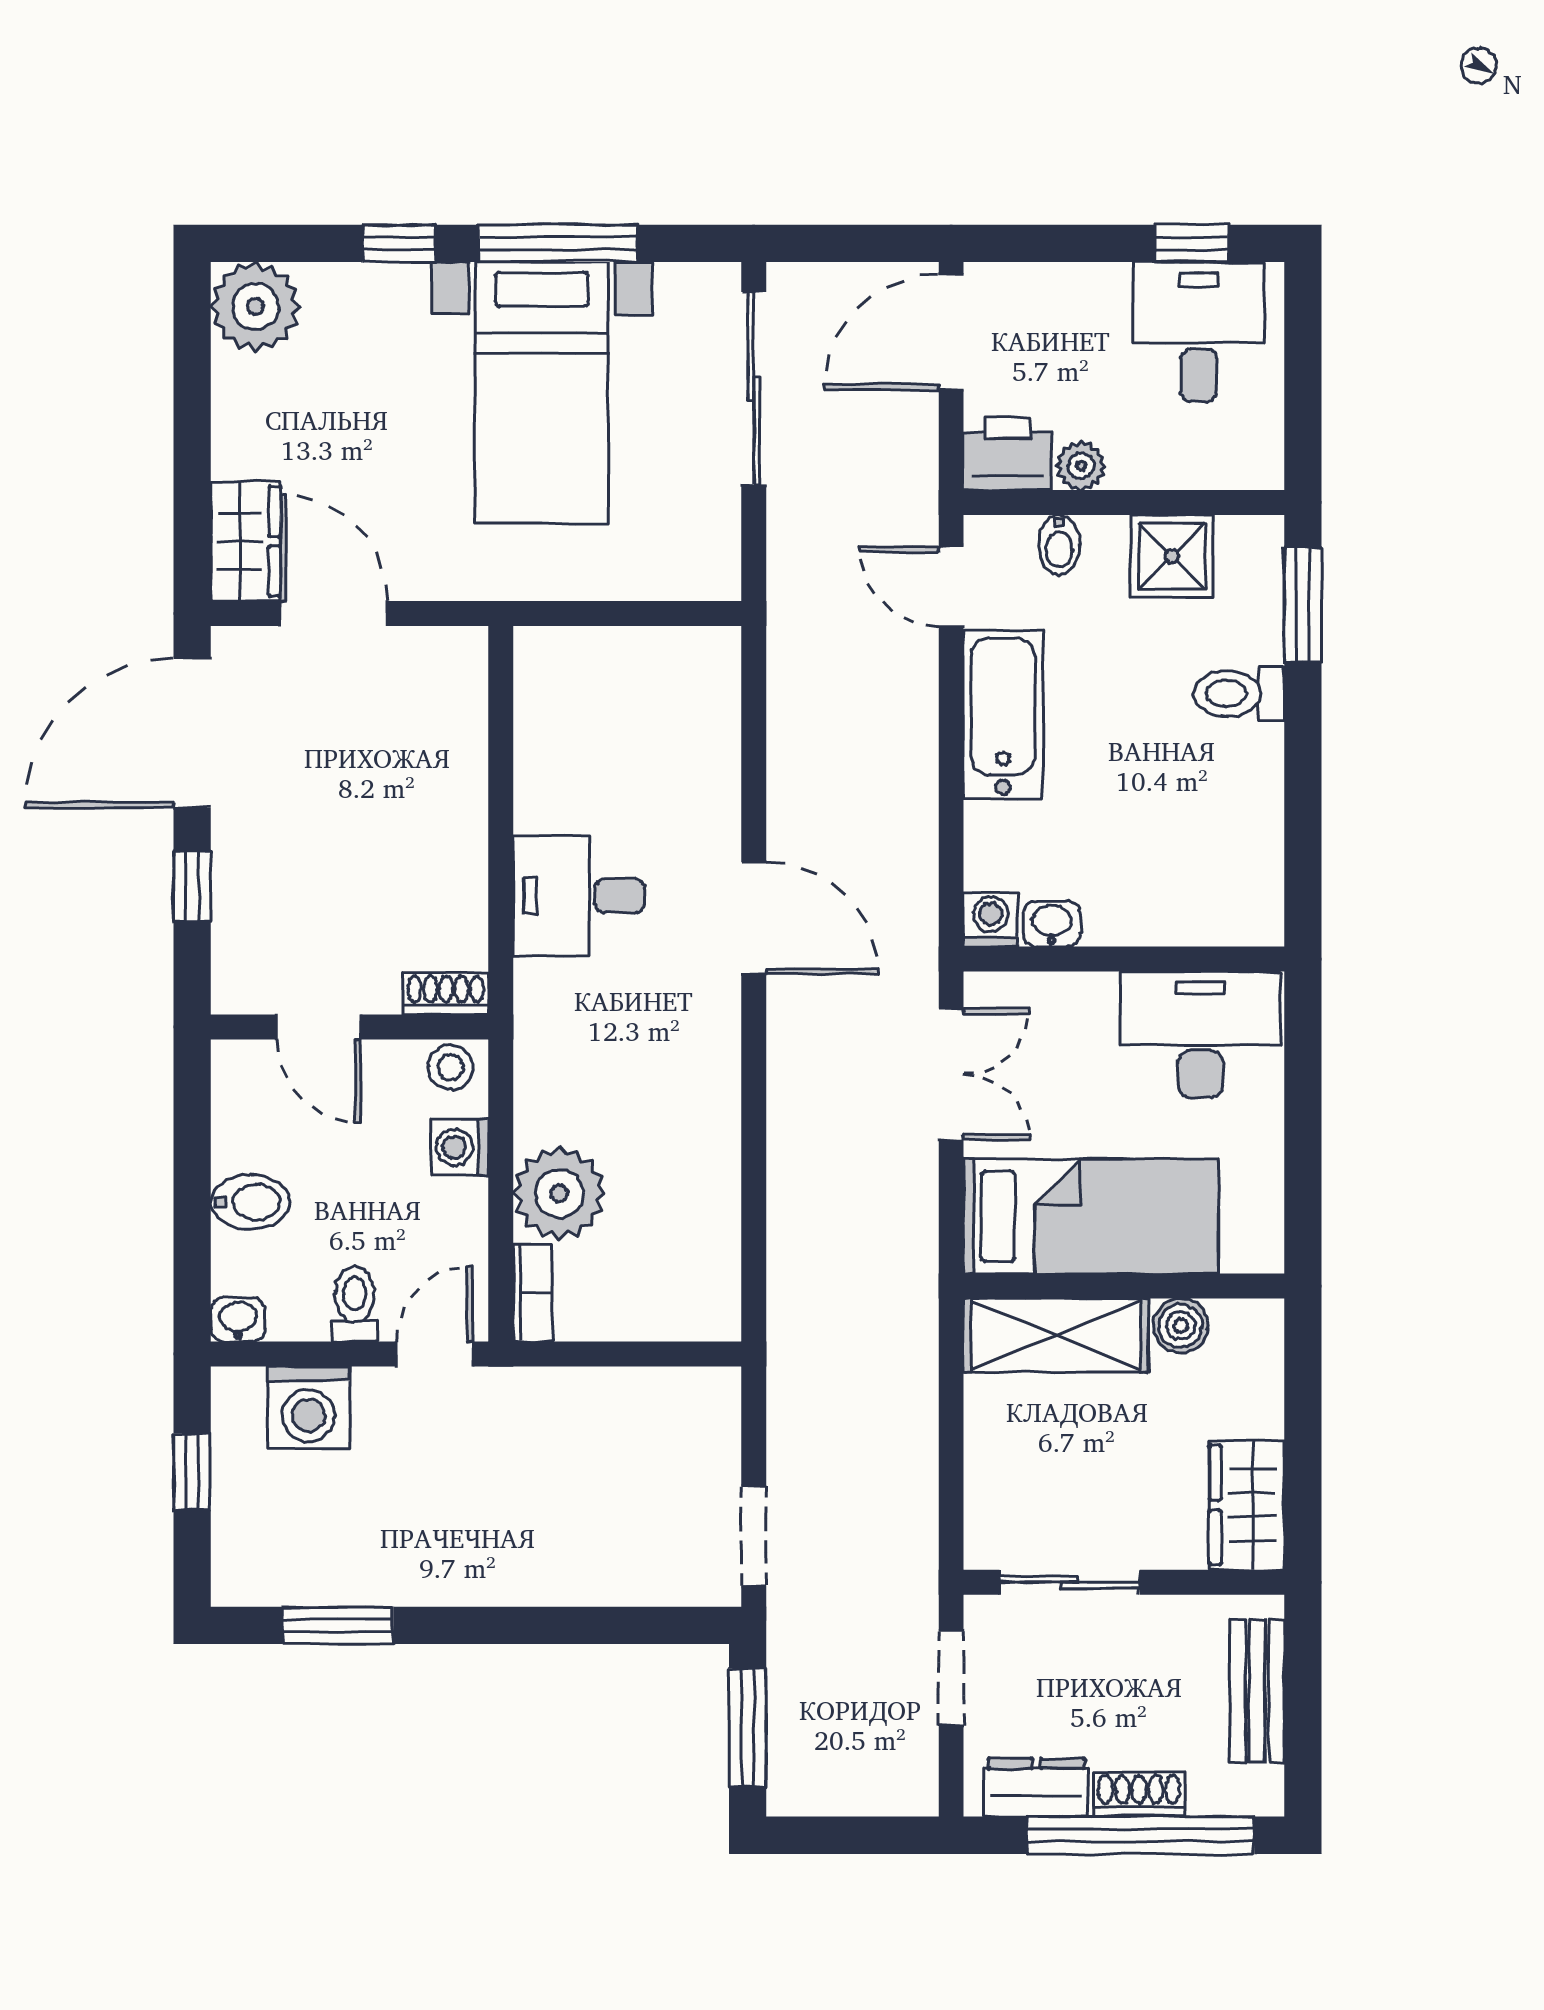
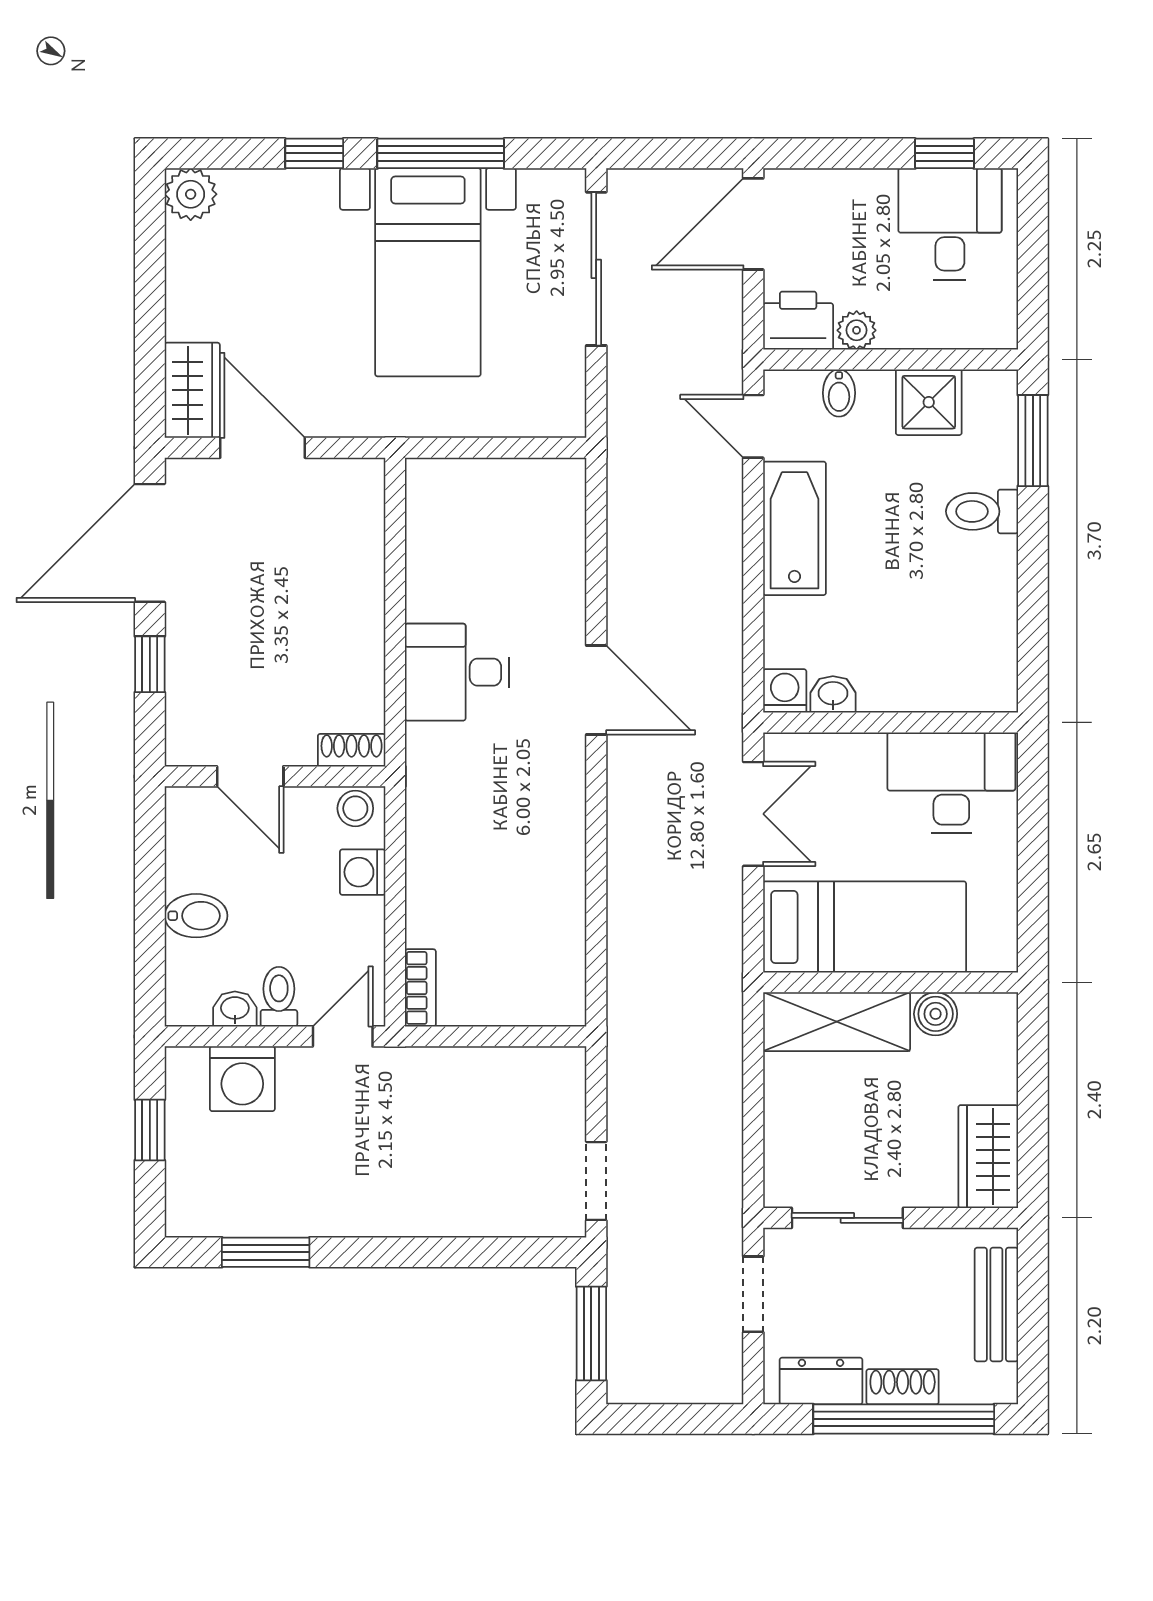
plant: (255, 307) -> (191, 194), width x0.73, depth x0.73
plant: (559, 1193) -> (442, 909), removed
washbasin: (238, 1320) -> (235, 1009), moved

